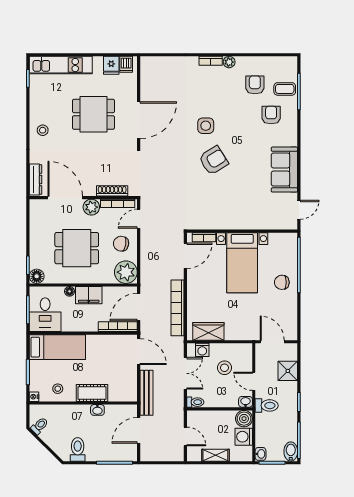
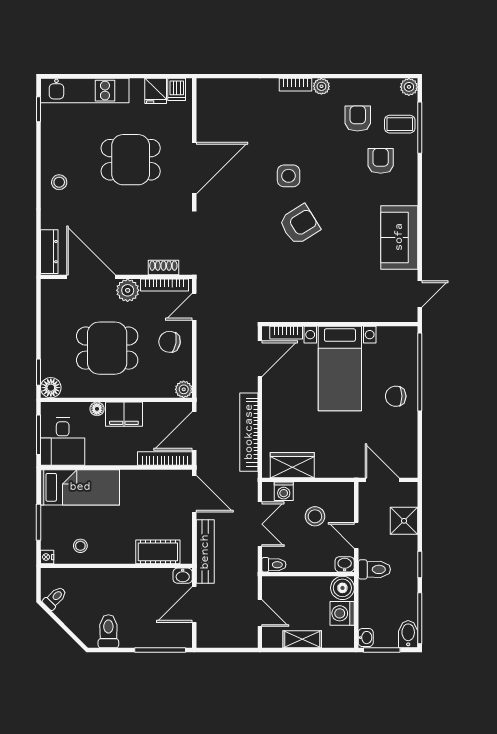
plant: (291, 62) -> (409, 87), added
shoe rack: (112, 191) -> (163, 268), width x0.70
plant: (126, 272) -> (184, 389), width x0.53, depth x0.53
cot: (92, 393) -> (158, 552), moved
washbasin: (97, 410) -> (183, 576), moved

